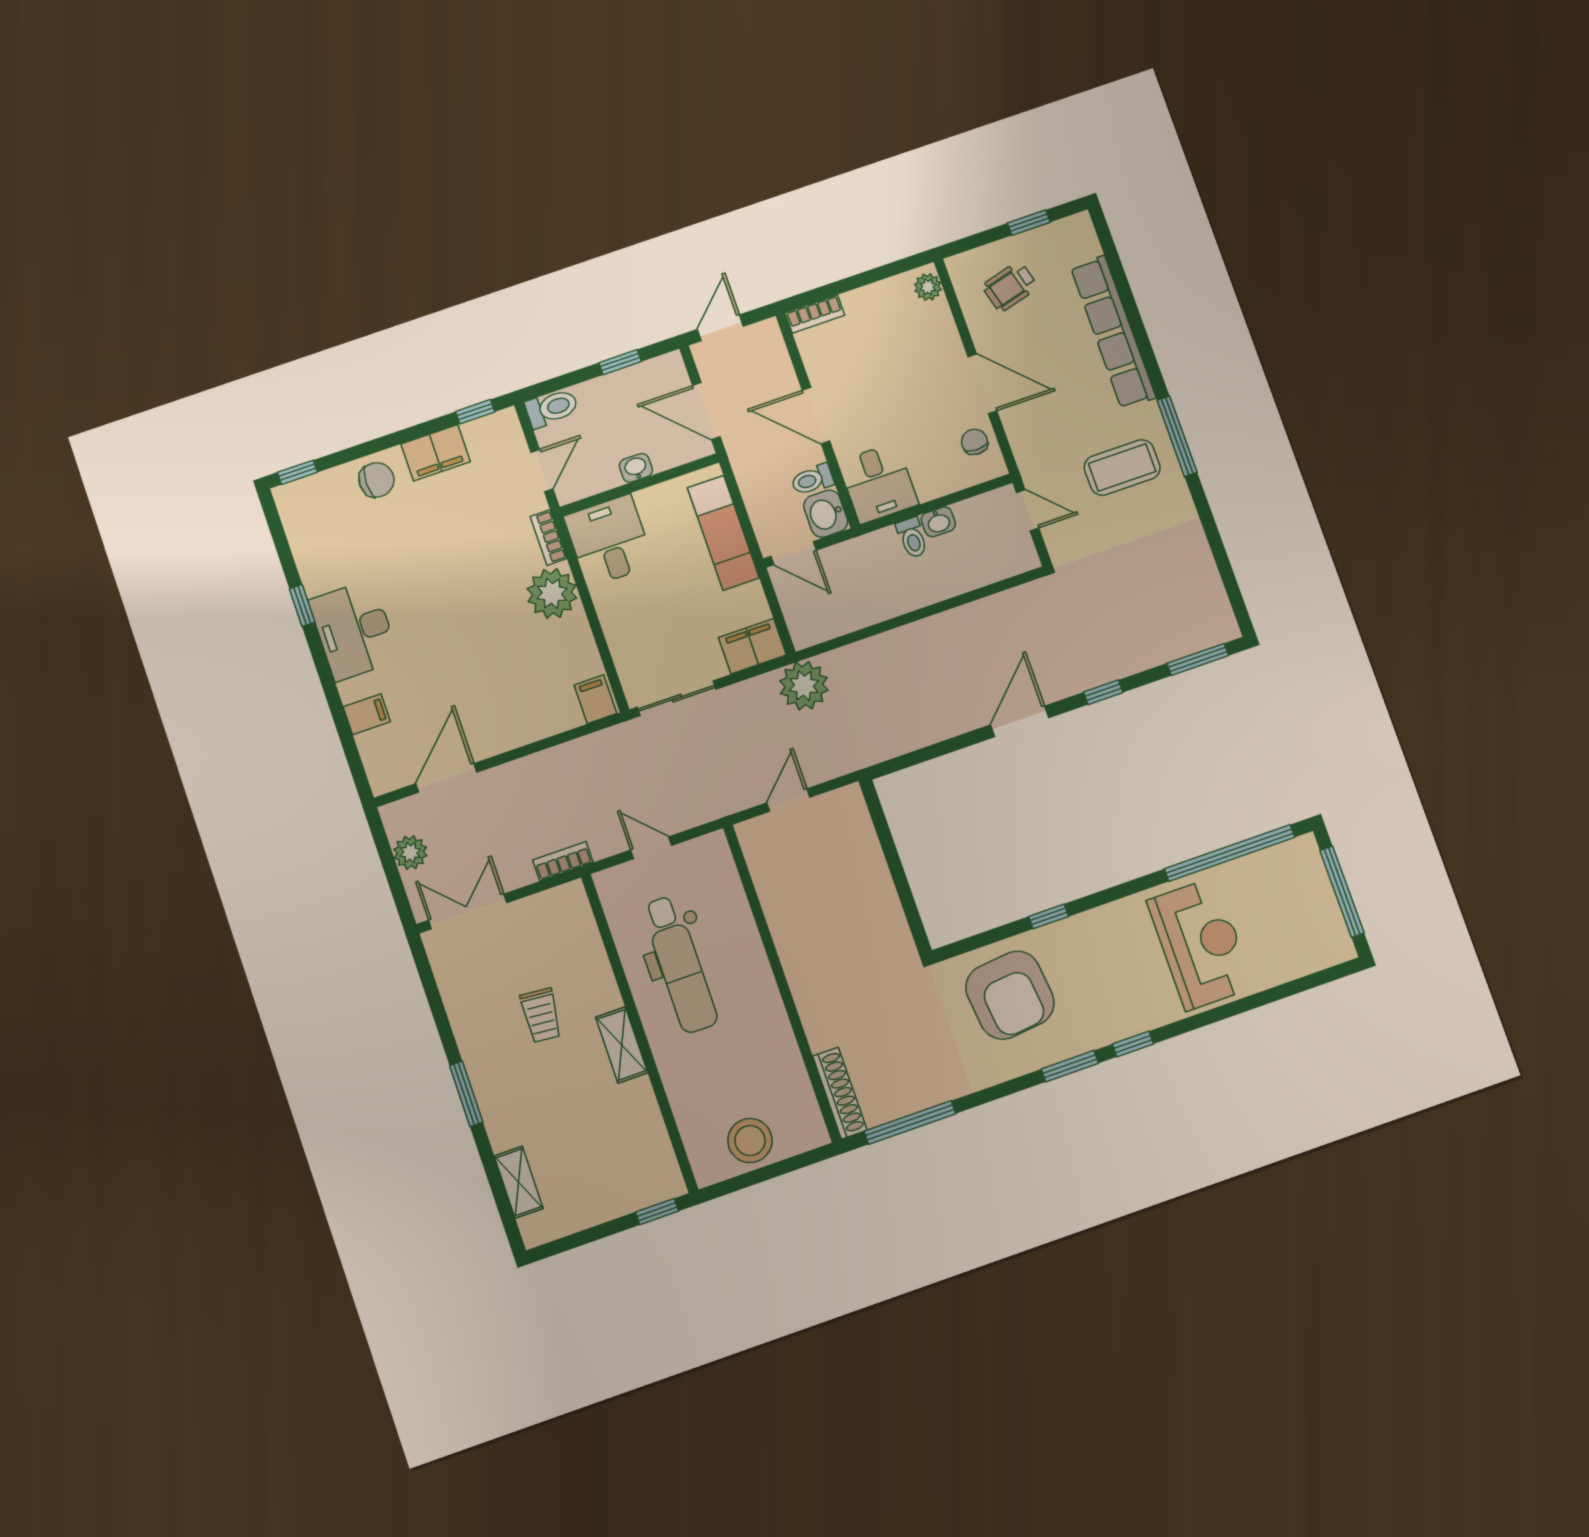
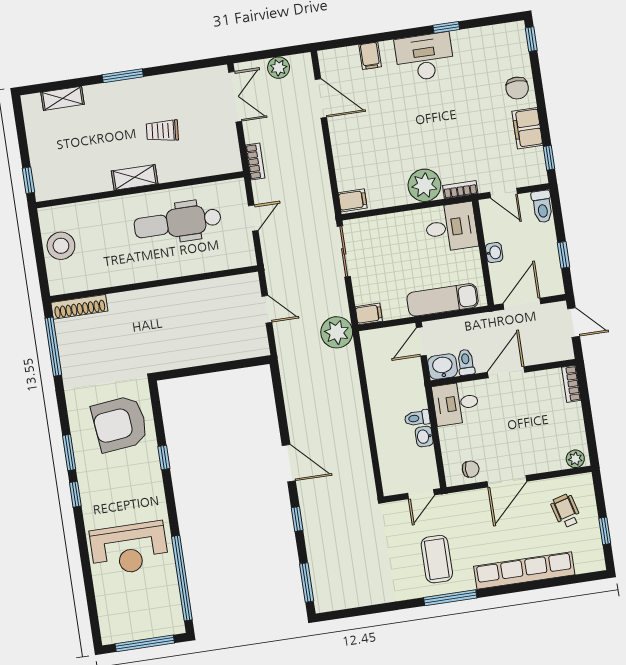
filing cabinet: (752, 646) -> (369, 314), width x0.50

